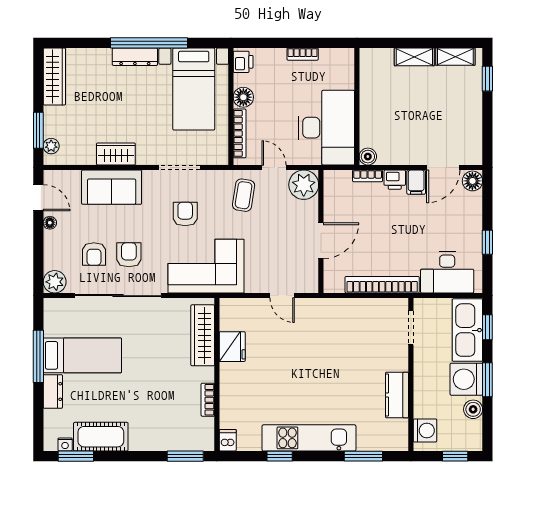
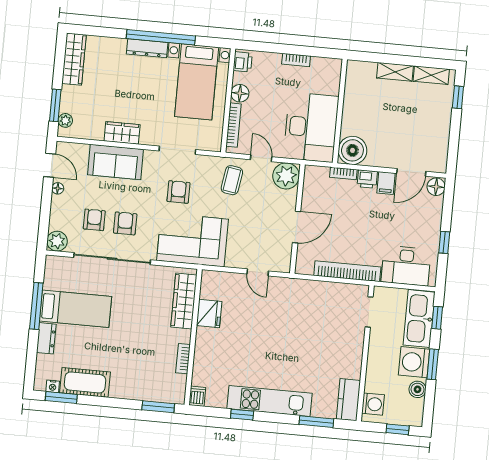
boiler: (368, 157) -> (352, 150), width x1.86, depth x1.86
armchair: (94, 254) -> (94, 220), turned 180
kitchen counter: (397, 395) -> (348, 400), moved

